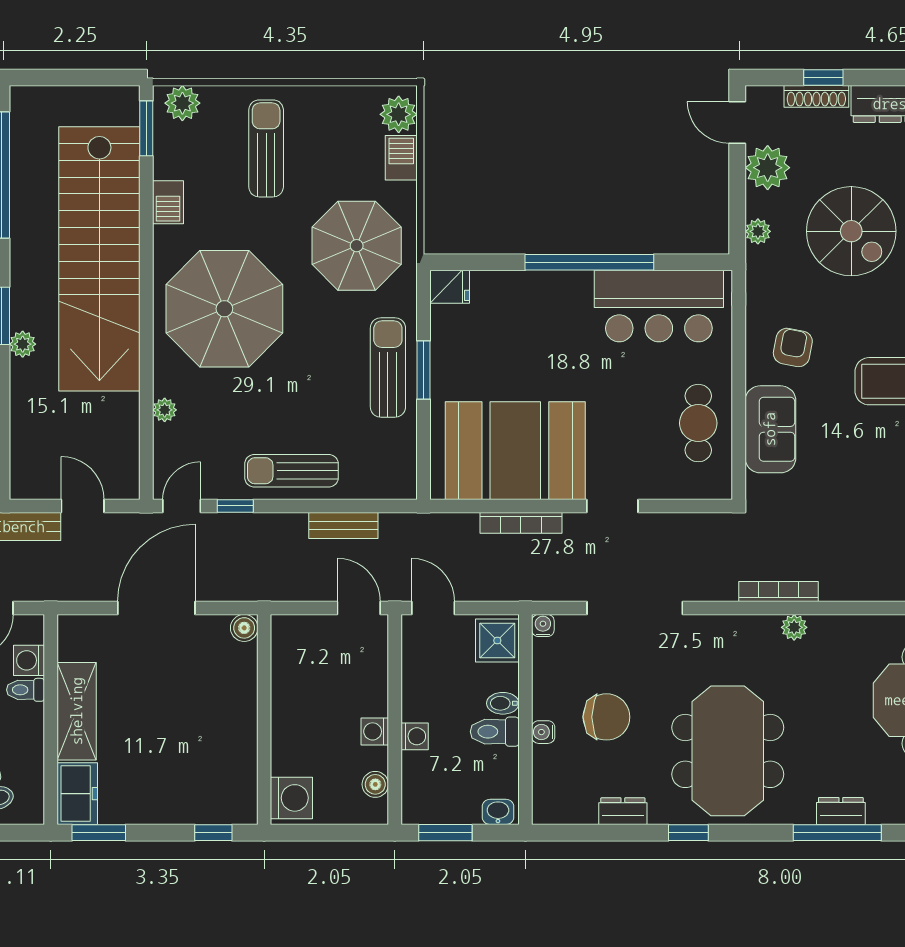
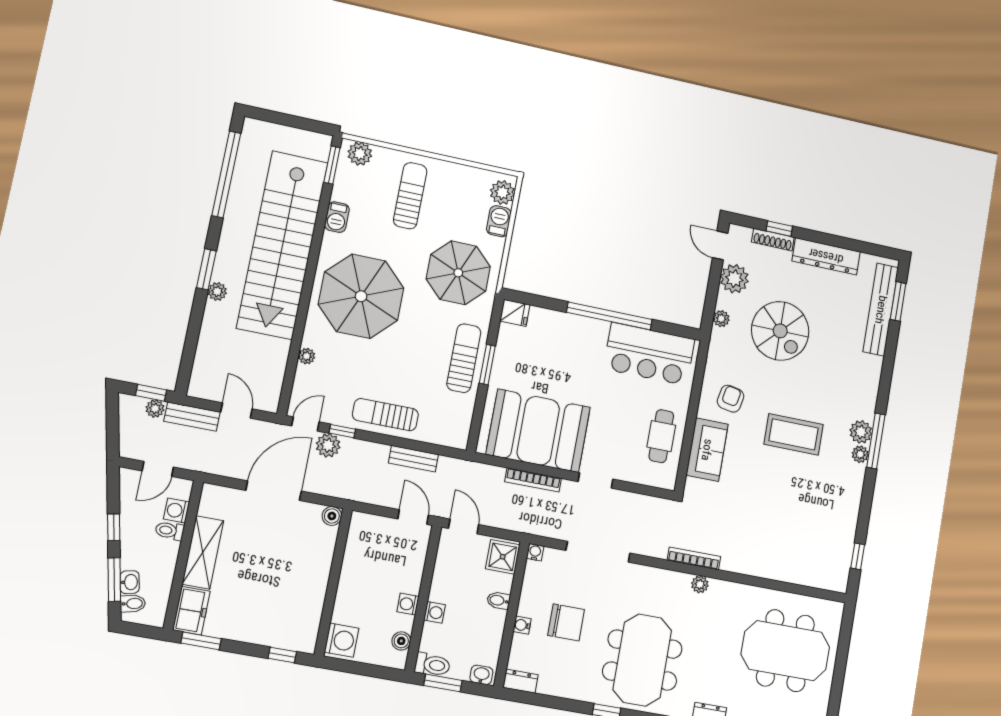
plant: (219, 530) -> (328, 445), added
toilet: (495, 732) -> (432, 665), moved, turned 180
dresser: (623, 811) -> (520, 681), moved

